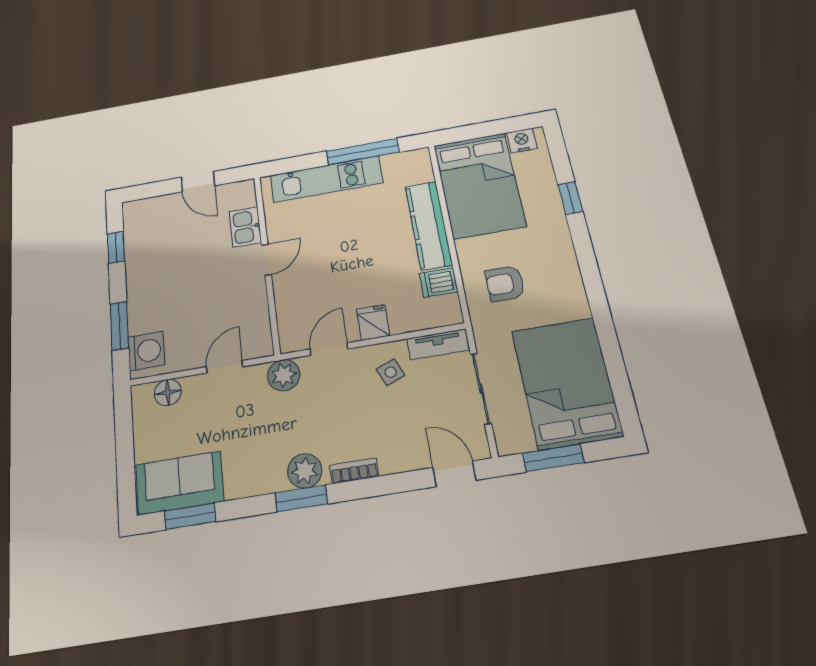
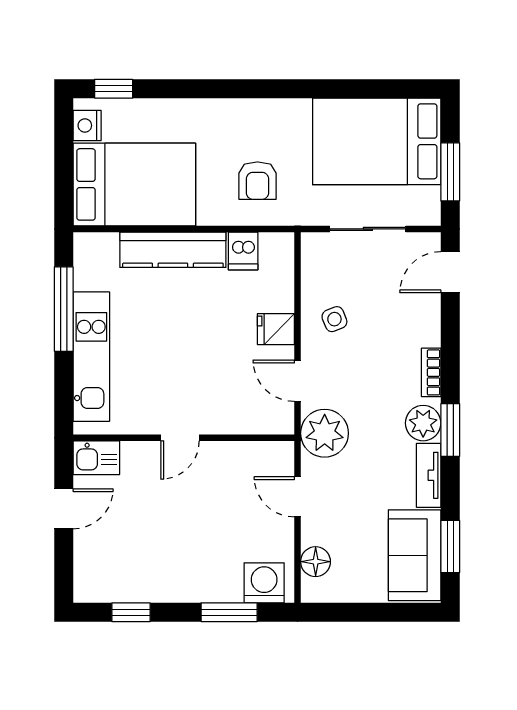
window: (570, 198) -> (114, 89), moved
kitchen sink: (245, 227) -> (96, 458), moved
door: (266, 260) -> (180, 438), swing flipped
tv unit: (438, 344) -> (429, 475), moved, turned 180
plant: (284, 375) -> (325, 433), width x1.36, depth x1.36

